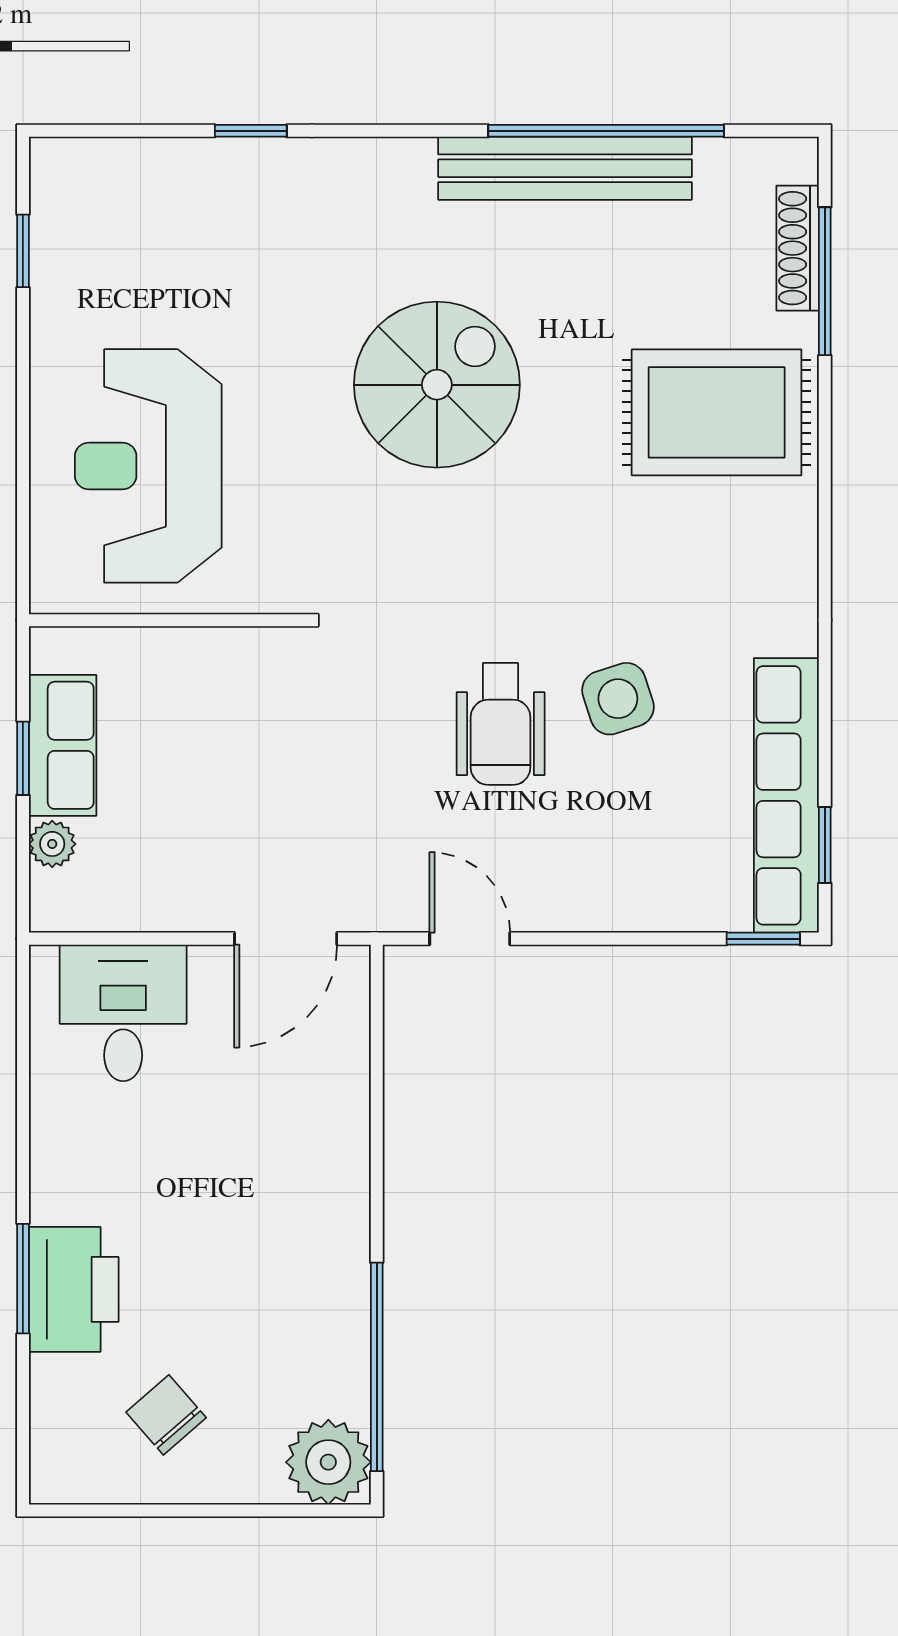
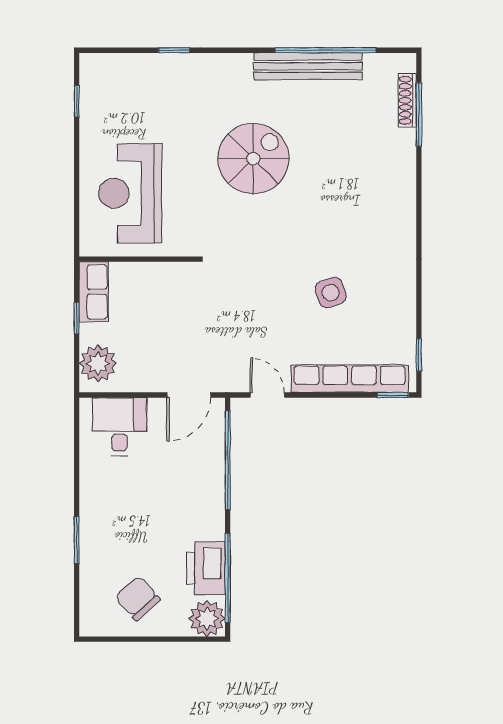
rug: (717, 412) -> (373, 170), removed
wheelchair: (501, 724) -> (281, 303), removed
row of seats: (63, 745) -> (94, 292), moved
row of seats: (786, 795) -> (350, 379), moved, turned 90
plant: (52, 844) -> (98, 363), width x1.88, depth x1.88
window: (377, 1091) -> (228, 460), added
printer: (74, 1289) -> (206, 568), moved, turned 180
chair: (166, 1415) -> (138, 598), width x1.37, depth x1.37

